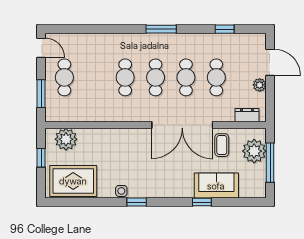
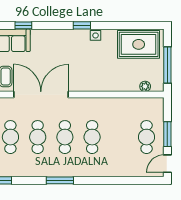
door: (41, 48) -> (167, 164), hinge flipped
window: (41, 94) -> (167, 134), moved
plant: (66, 139) -> (145, 86), width x0.53, depth x0.53
window: (41, 158) -> (167, 65), width x2.17

